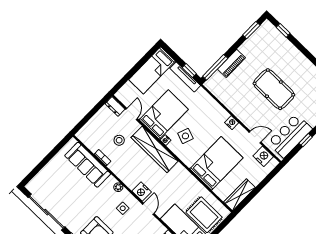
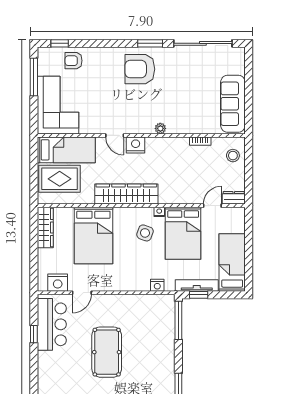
piano: (231, 63) -> (167, 338), removed
pool table: (274, 89) -> (107, 352), turned 90
door: (132, 114) -> (212, 206), swing flipped
nightstand: (232, 123) -> (157, 285), moved
stool: (119, 140) -> (233, 156), moved
wardrobe: (155, 149) -> (126, 194), moved
sofa: (88, 165) -> (233, 104), moved, turned -90
side table: (123, 208) -> (138, 113), removed

